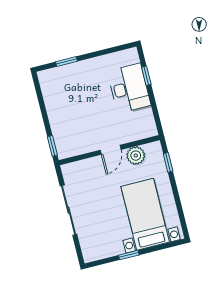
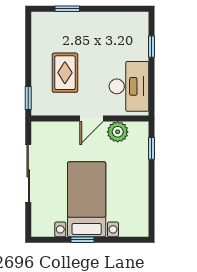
desk: (129, 88) -> (129, 86), moved
rug: (78, 117) -> (65, 73), added
bed with nightstands: (145, 214) -> (87, 199), moved

